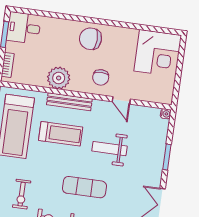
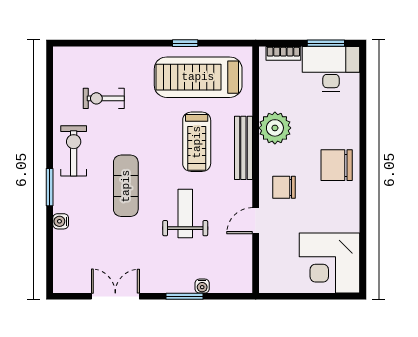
desk: (24, 28) -> (331, 69), width x1.37
chair: (90, 39) -> (337, 165), turned -92
water cooler: (166, 114) -> (202, 286), moved

